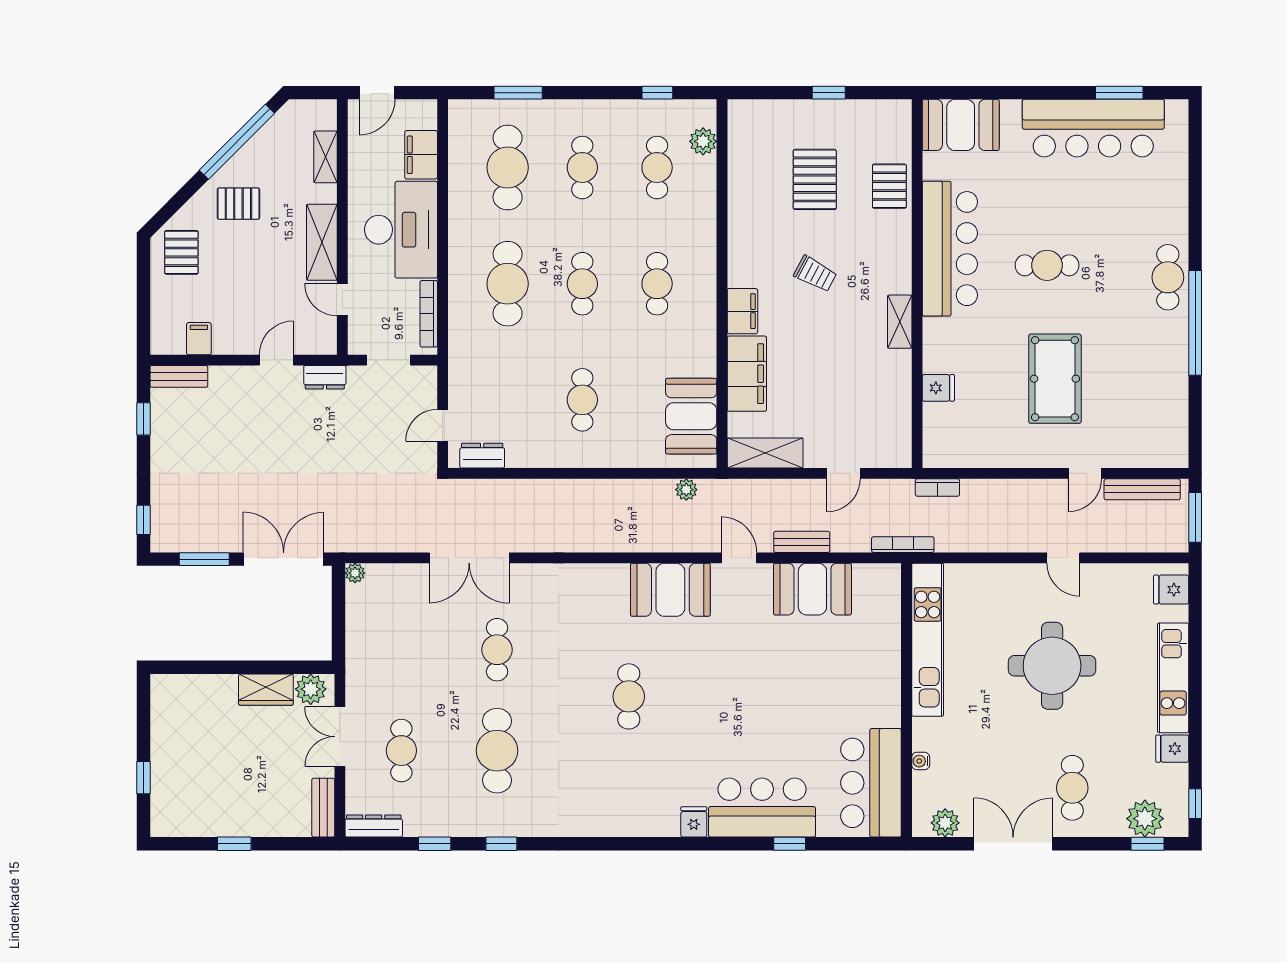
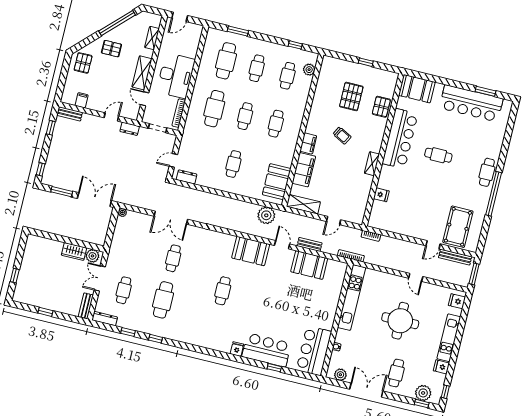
filing cabinet: (421, 155) -> (192, 47), removed
pool table: (1055, 379) -> (458, 227), moved
plant: (686, 490) -> (266, 215), width x1.87, depth x1.87

